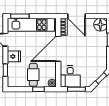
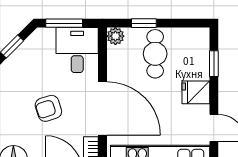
door: (58, 49) -> (102, 108), hinge flipped
armchair: (84, 49) -> (48, 108), added

